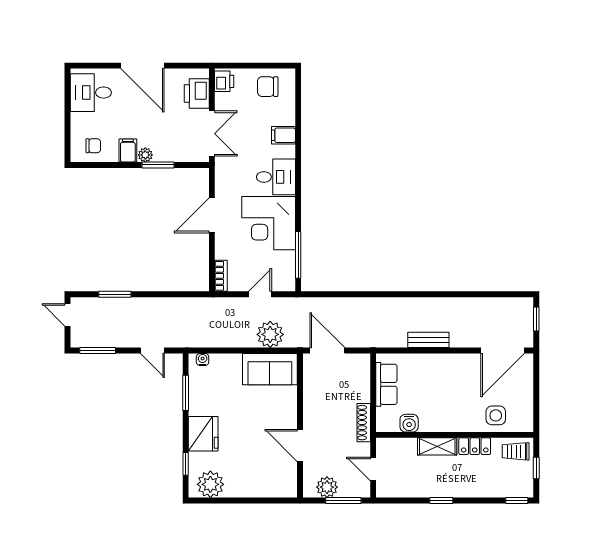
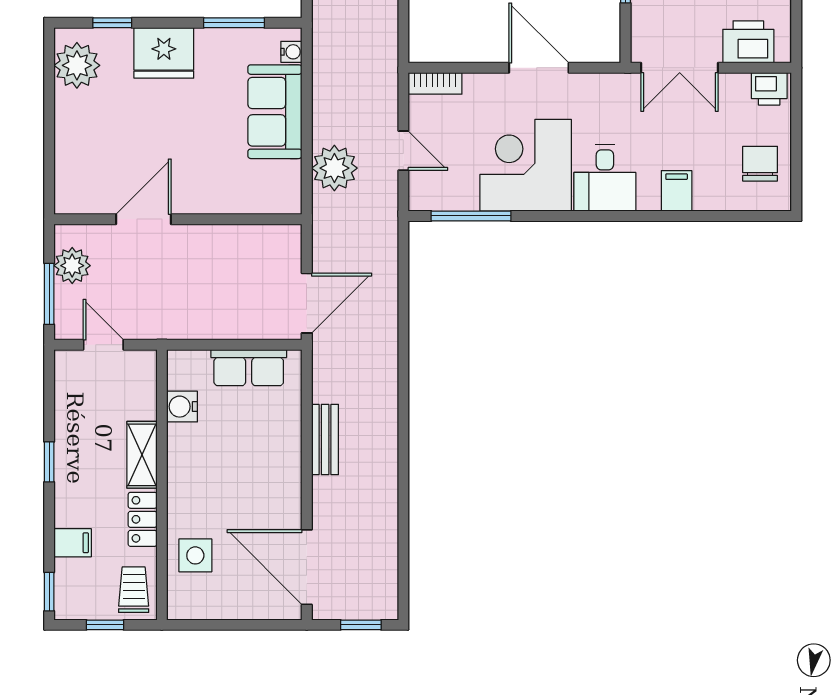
door: (327, 351) -> (307, 303), moved
sofa: (270, 369) -> (275, 112), moved
shoe rack: (364, 423) -> (183, 329), removed
door: (373, 469) -> (103, 345), hinge flipped
filing cabinet: (488, 487) -> (73, 543), added

